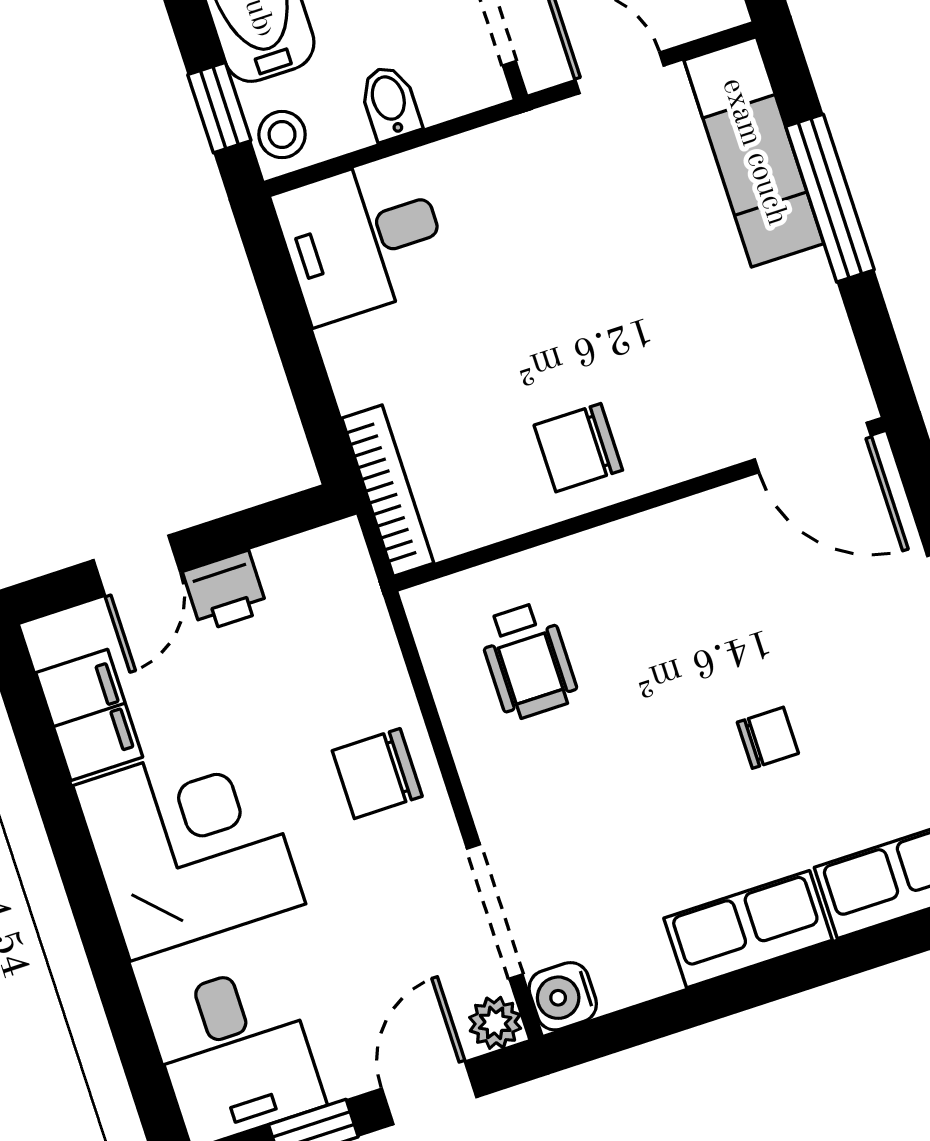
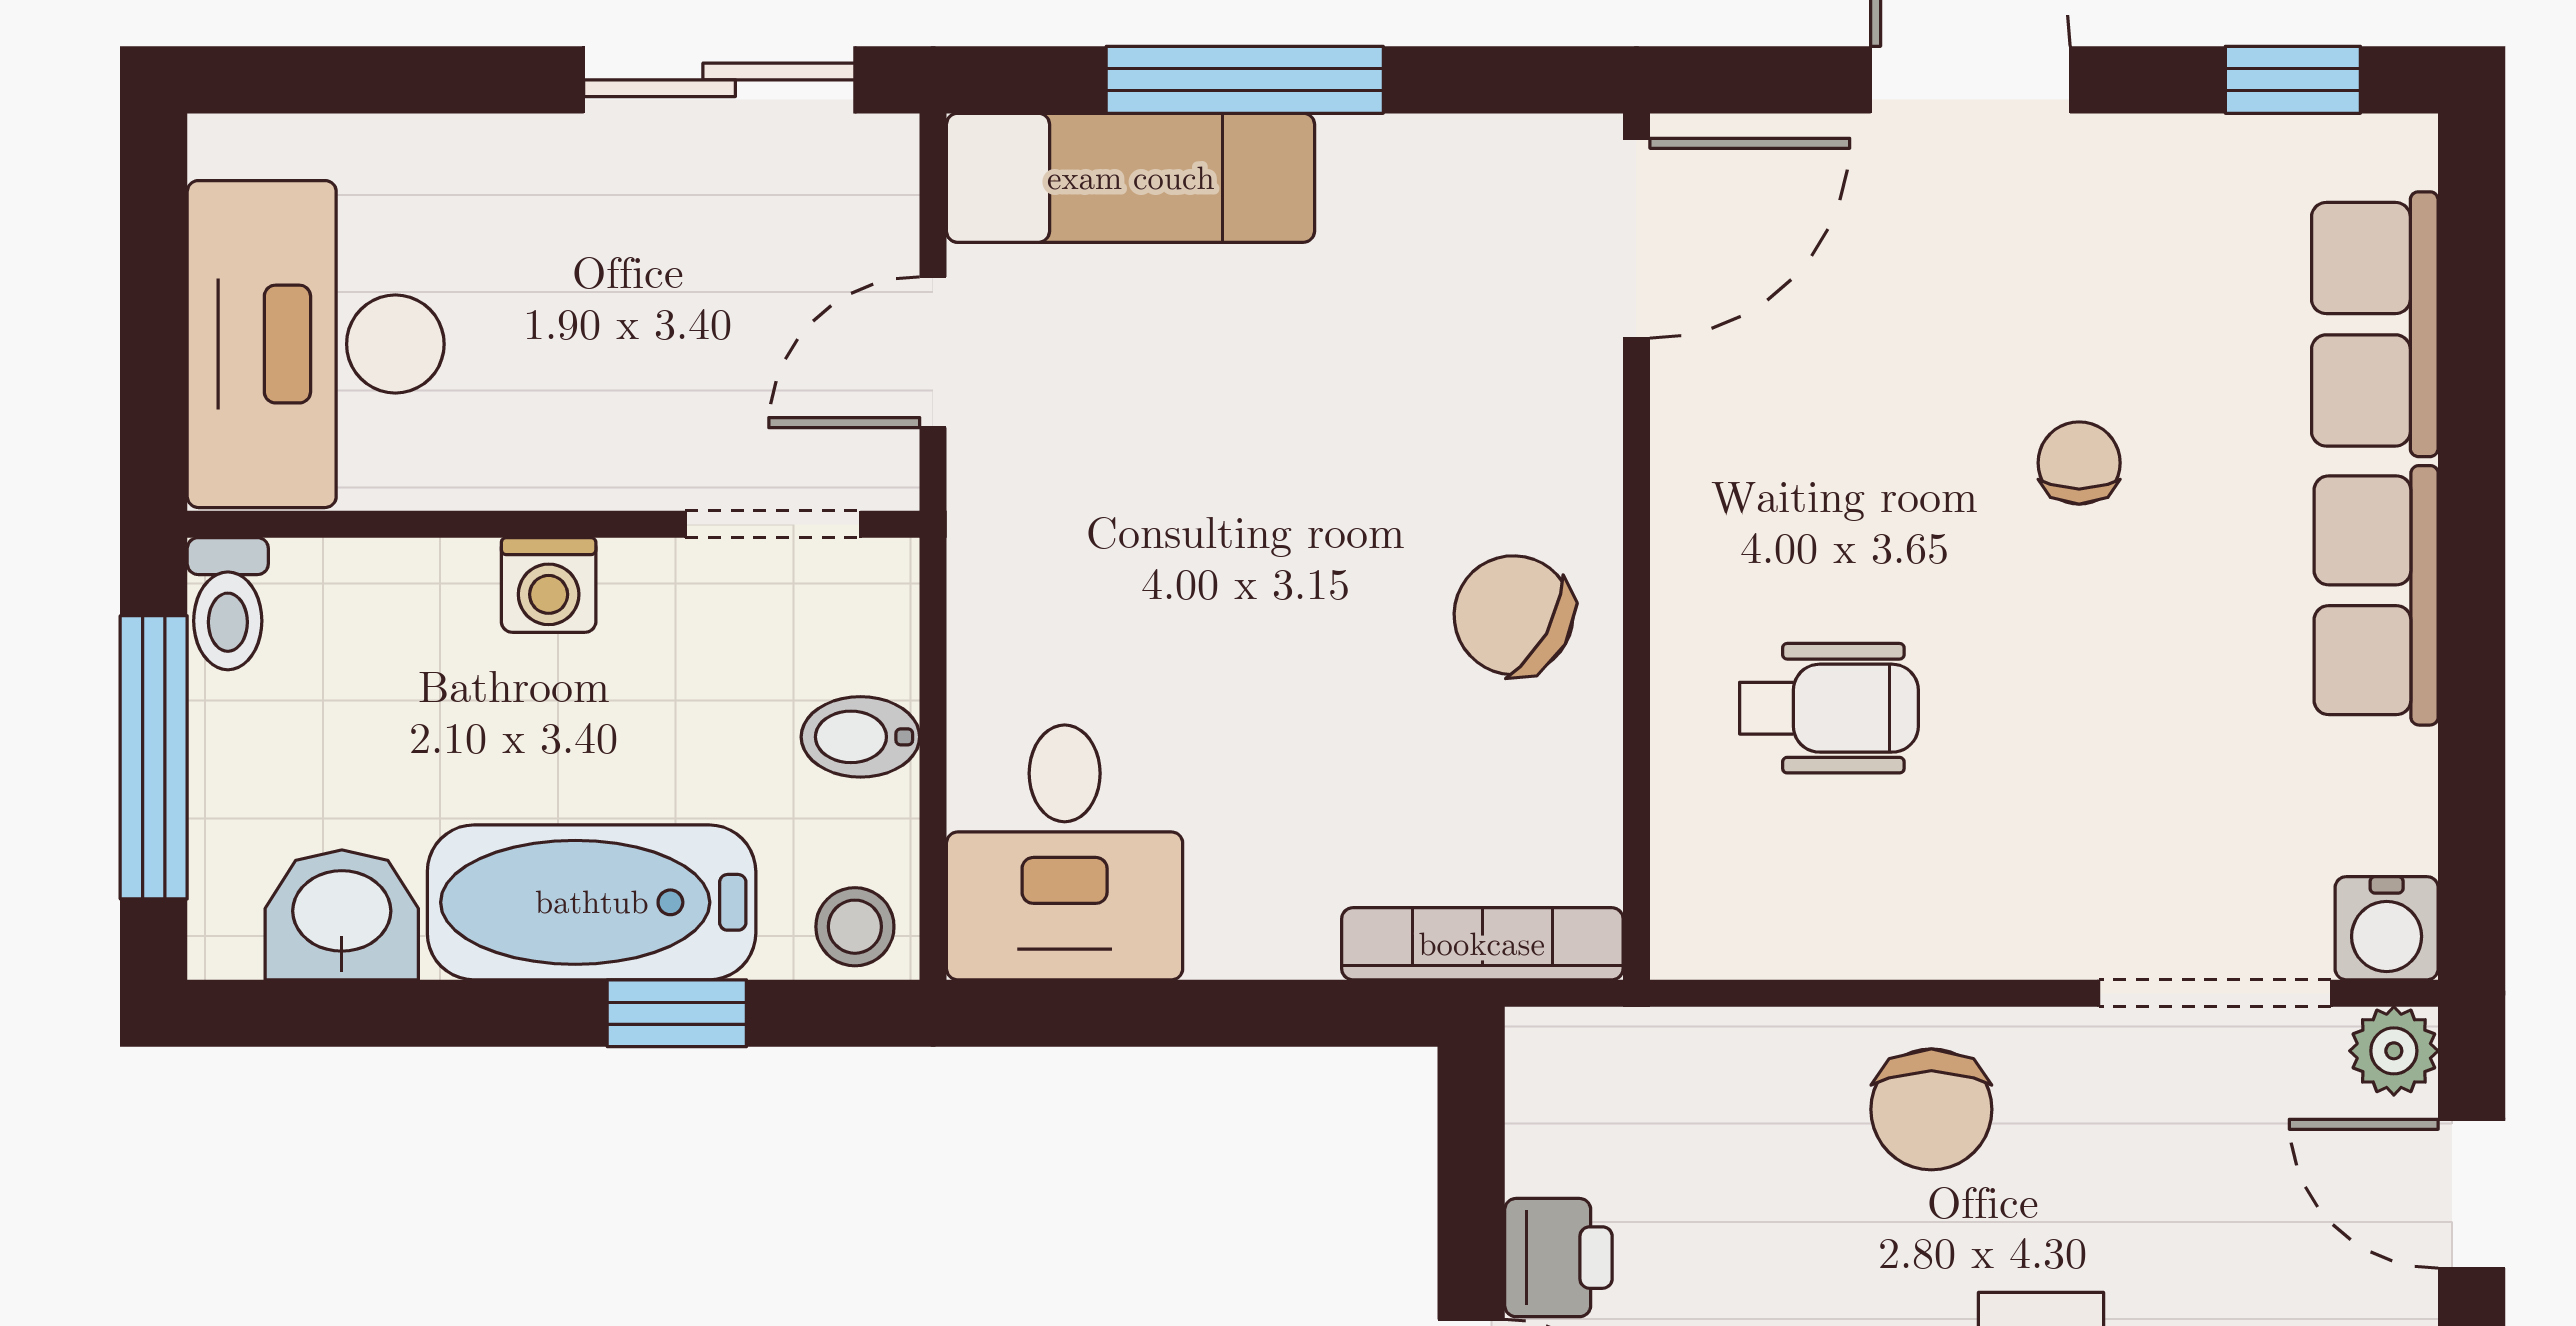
window: (219, 108) -> (677, 1013), moved
chair: (578, 448) -> (1513, 615), turned 119
wheelchair: (528, 661) -> (1829, 708), moved

